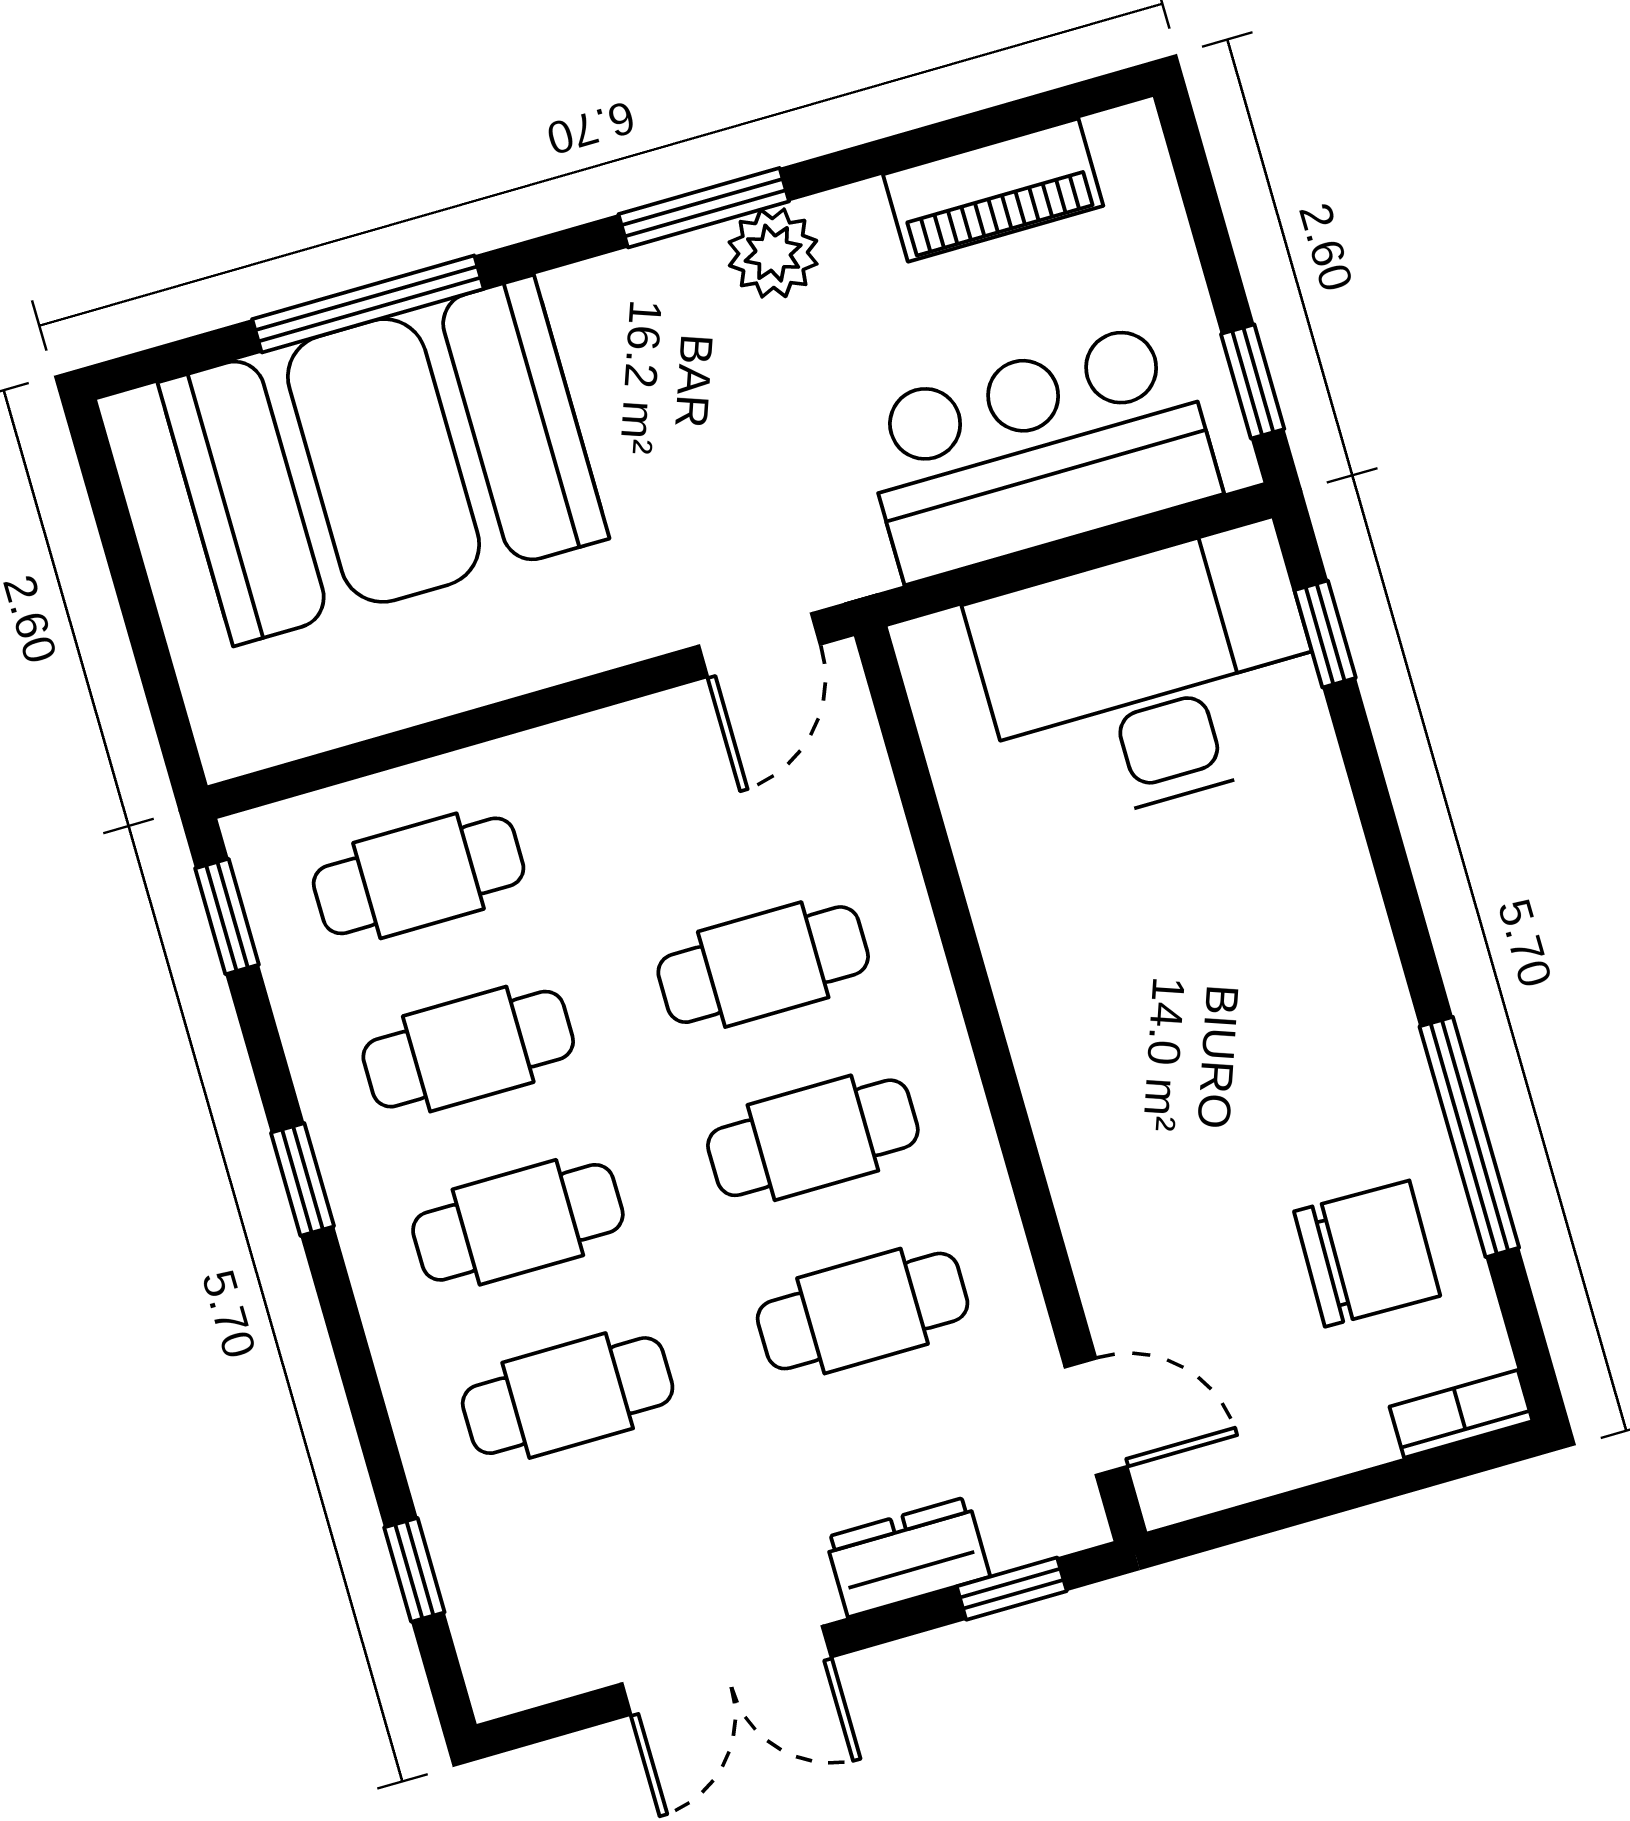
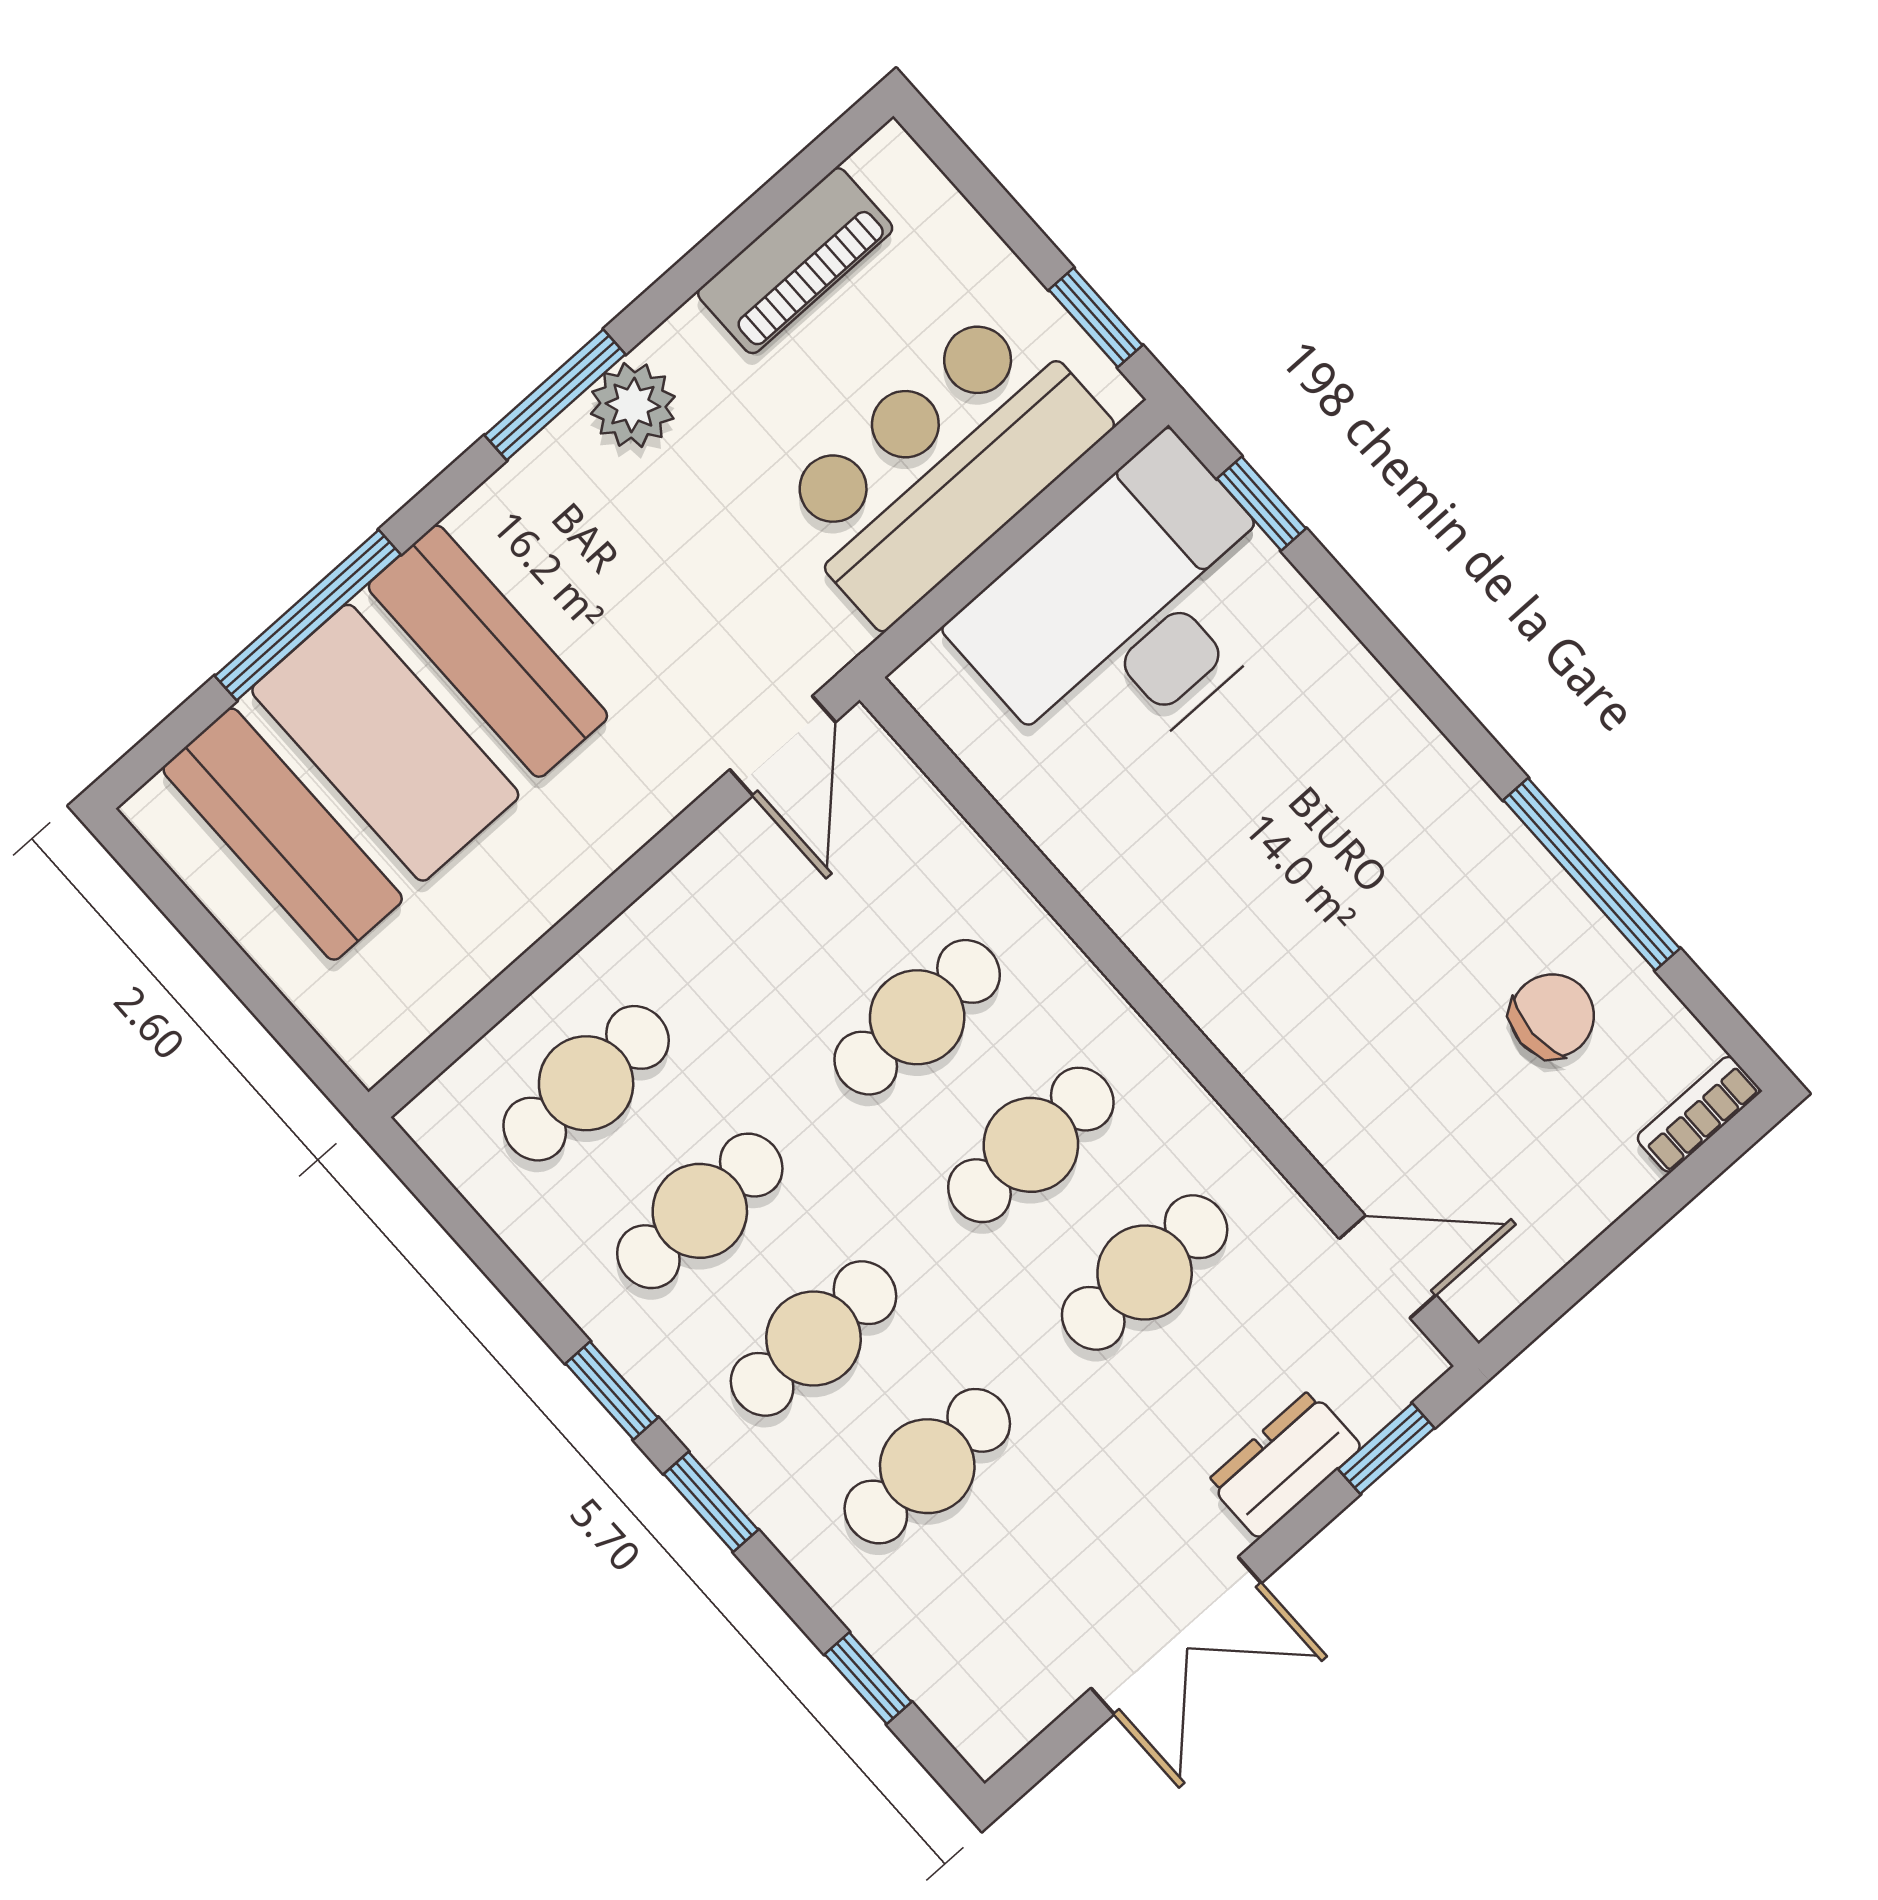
window: (227, 917) -> (711, 1502), moved
chair: (1367, 1254) -> (1552, 1016), width x0.73, depth x0.73

